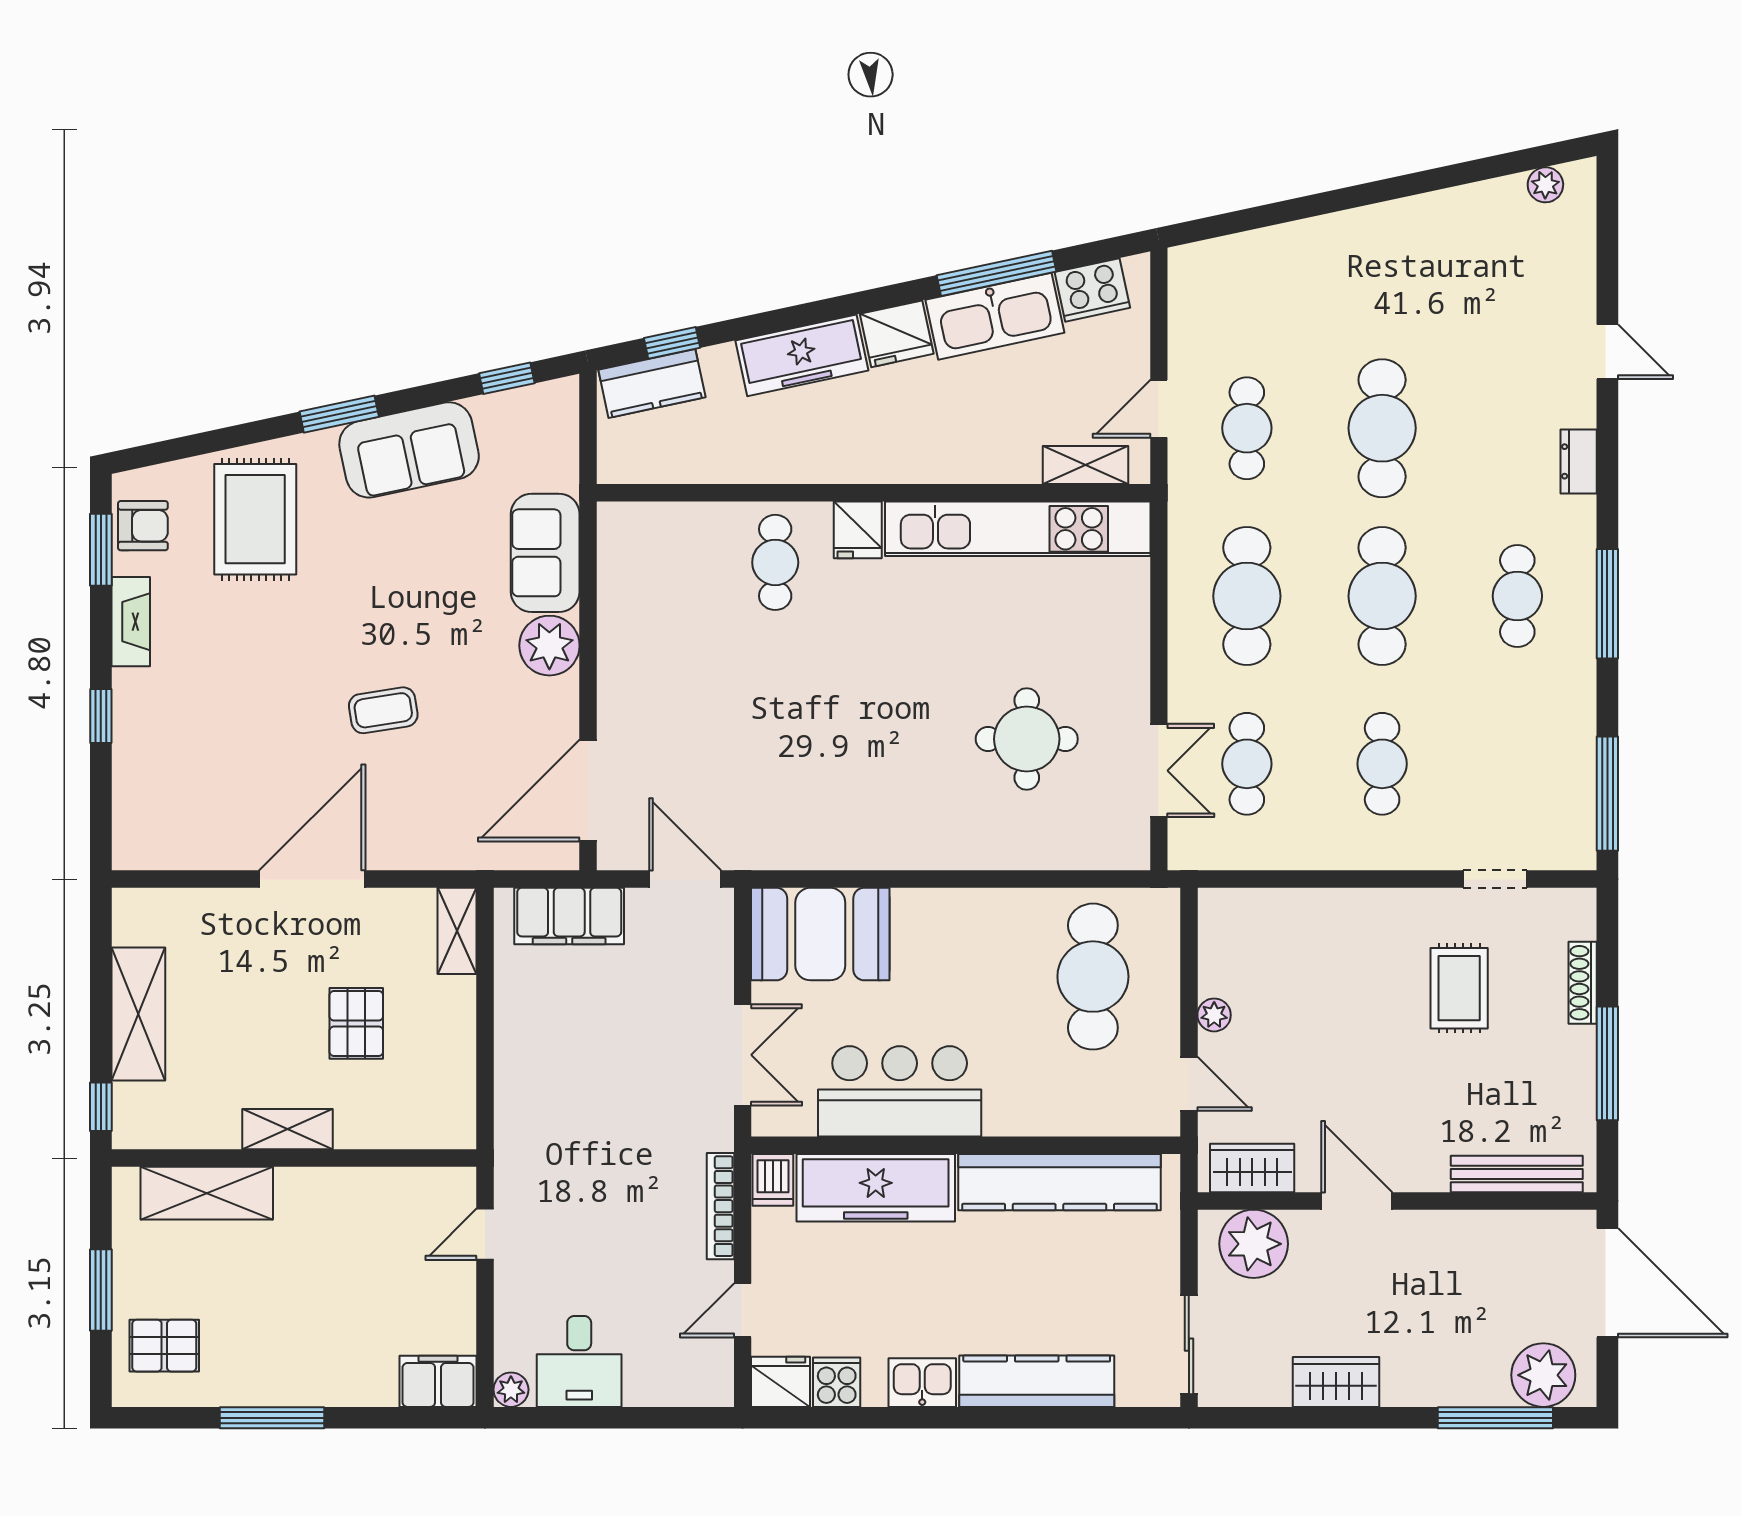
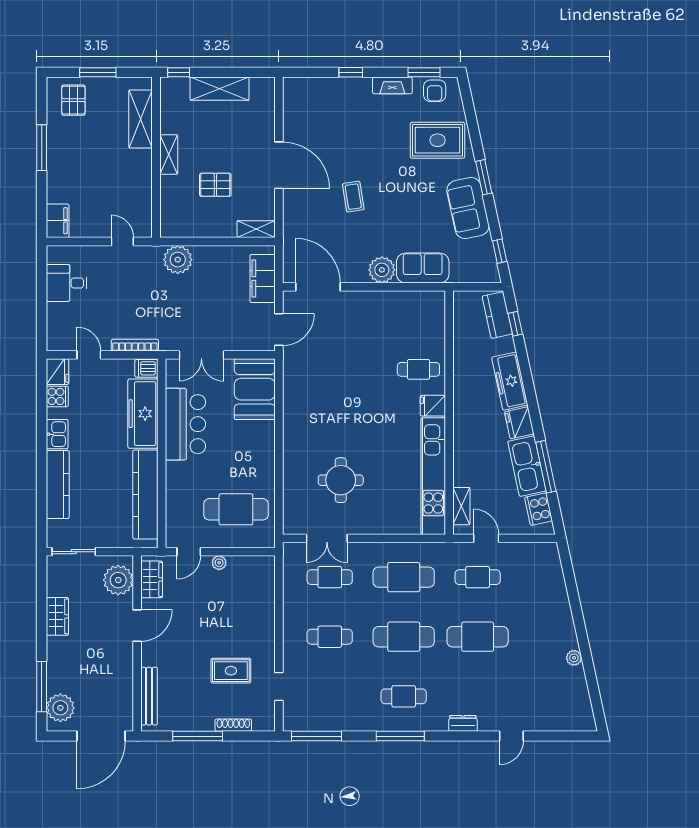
plant: (1545, 185) -> (574, 658), moved
plant: (511, 1390) -> (178, 260), moved, width x1.88, depth x1.88

